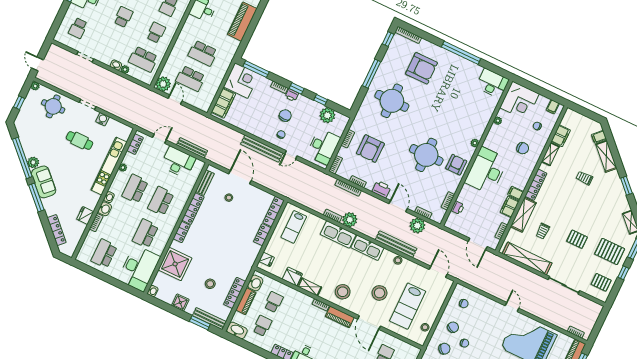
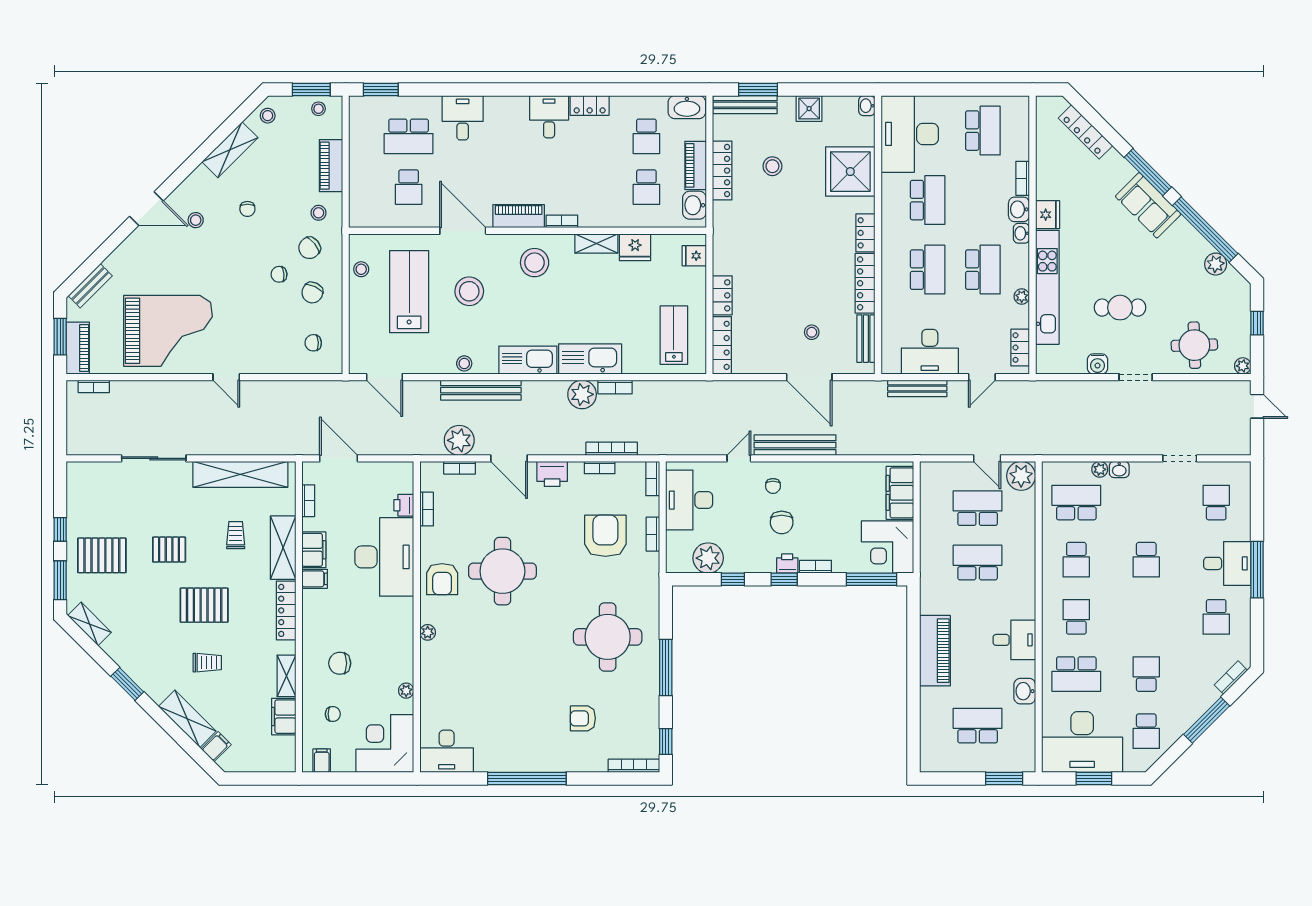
armchair: (422, 68) -> (583, 718), width x0.53, depth x0.53
plant: (33, 162) -> (1216, 264), moved
desk: (486, 171) -> (384, 557), moved
fridge: (85, 216) -> (1048, 215), moved
pallet: (601, 282) -> (204, 605), moved, width x1.50, depth x1.42

